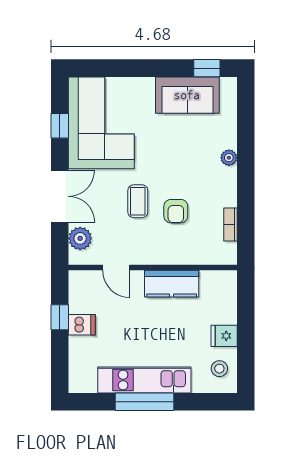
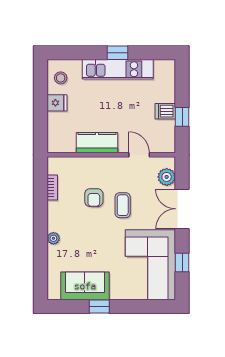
window: (207, 68) -> (99, 306), moved
armchair: (176, 211) -> (94, 198), turned 180
window: (145, 402) -> (118, 53), width x0.46

